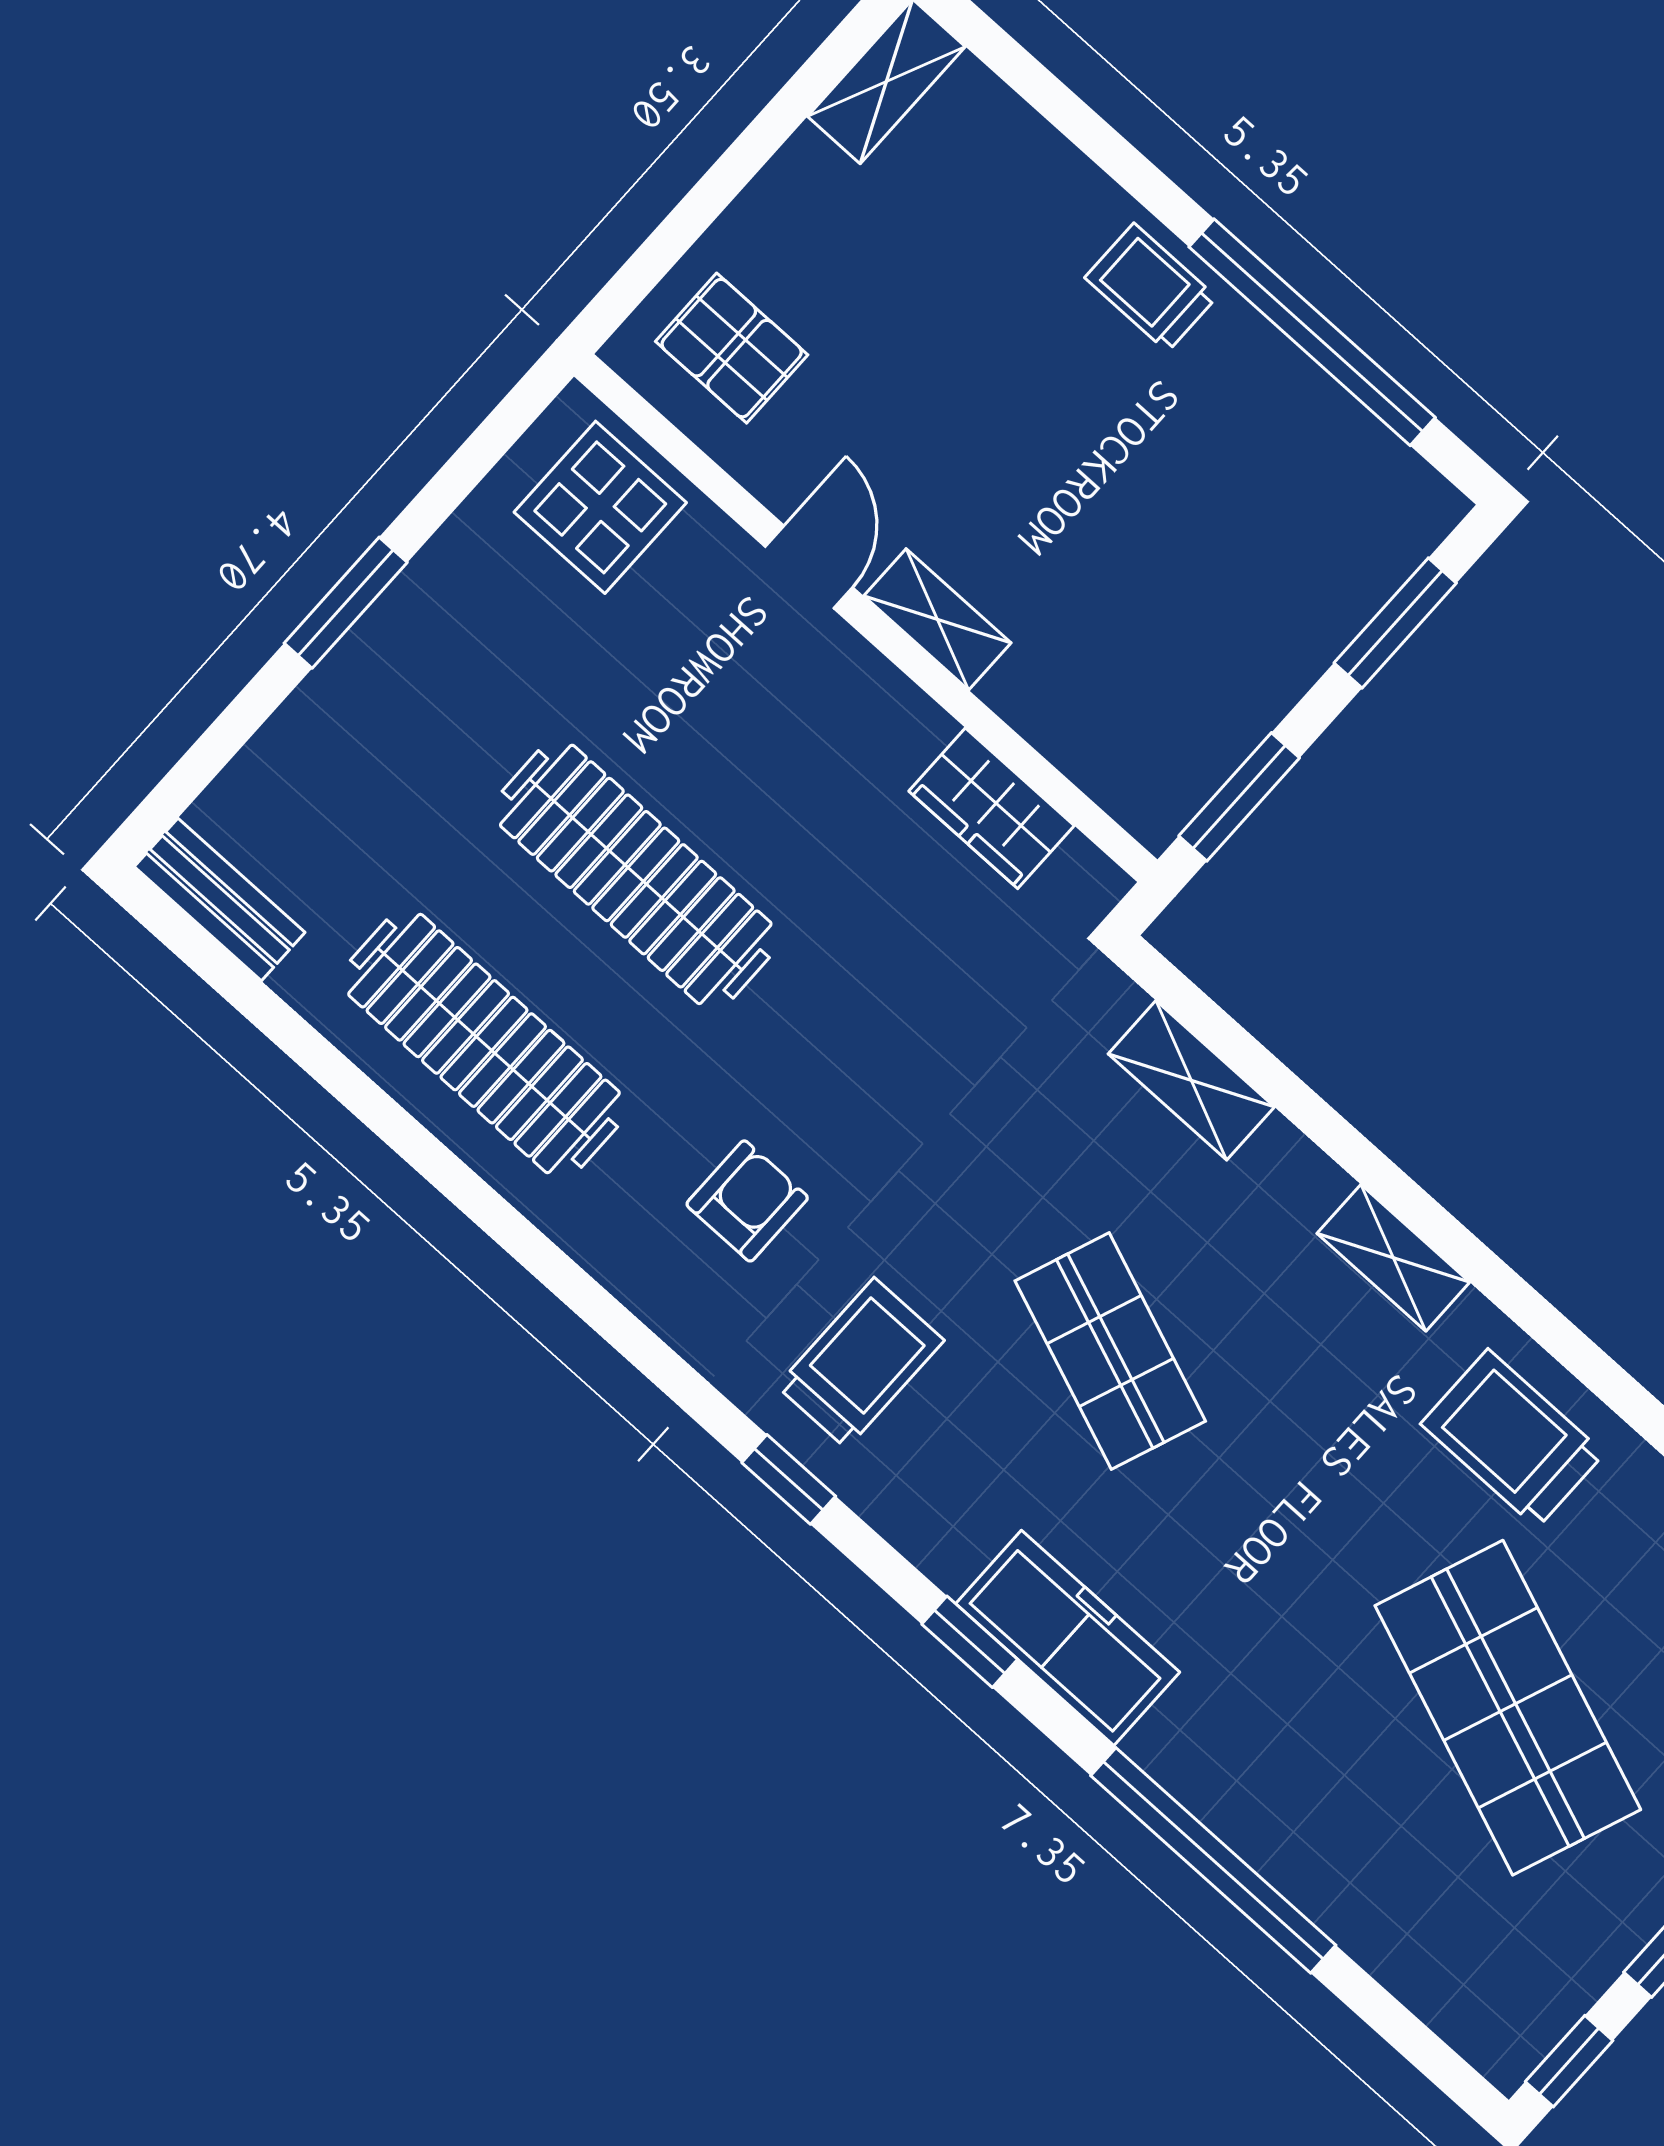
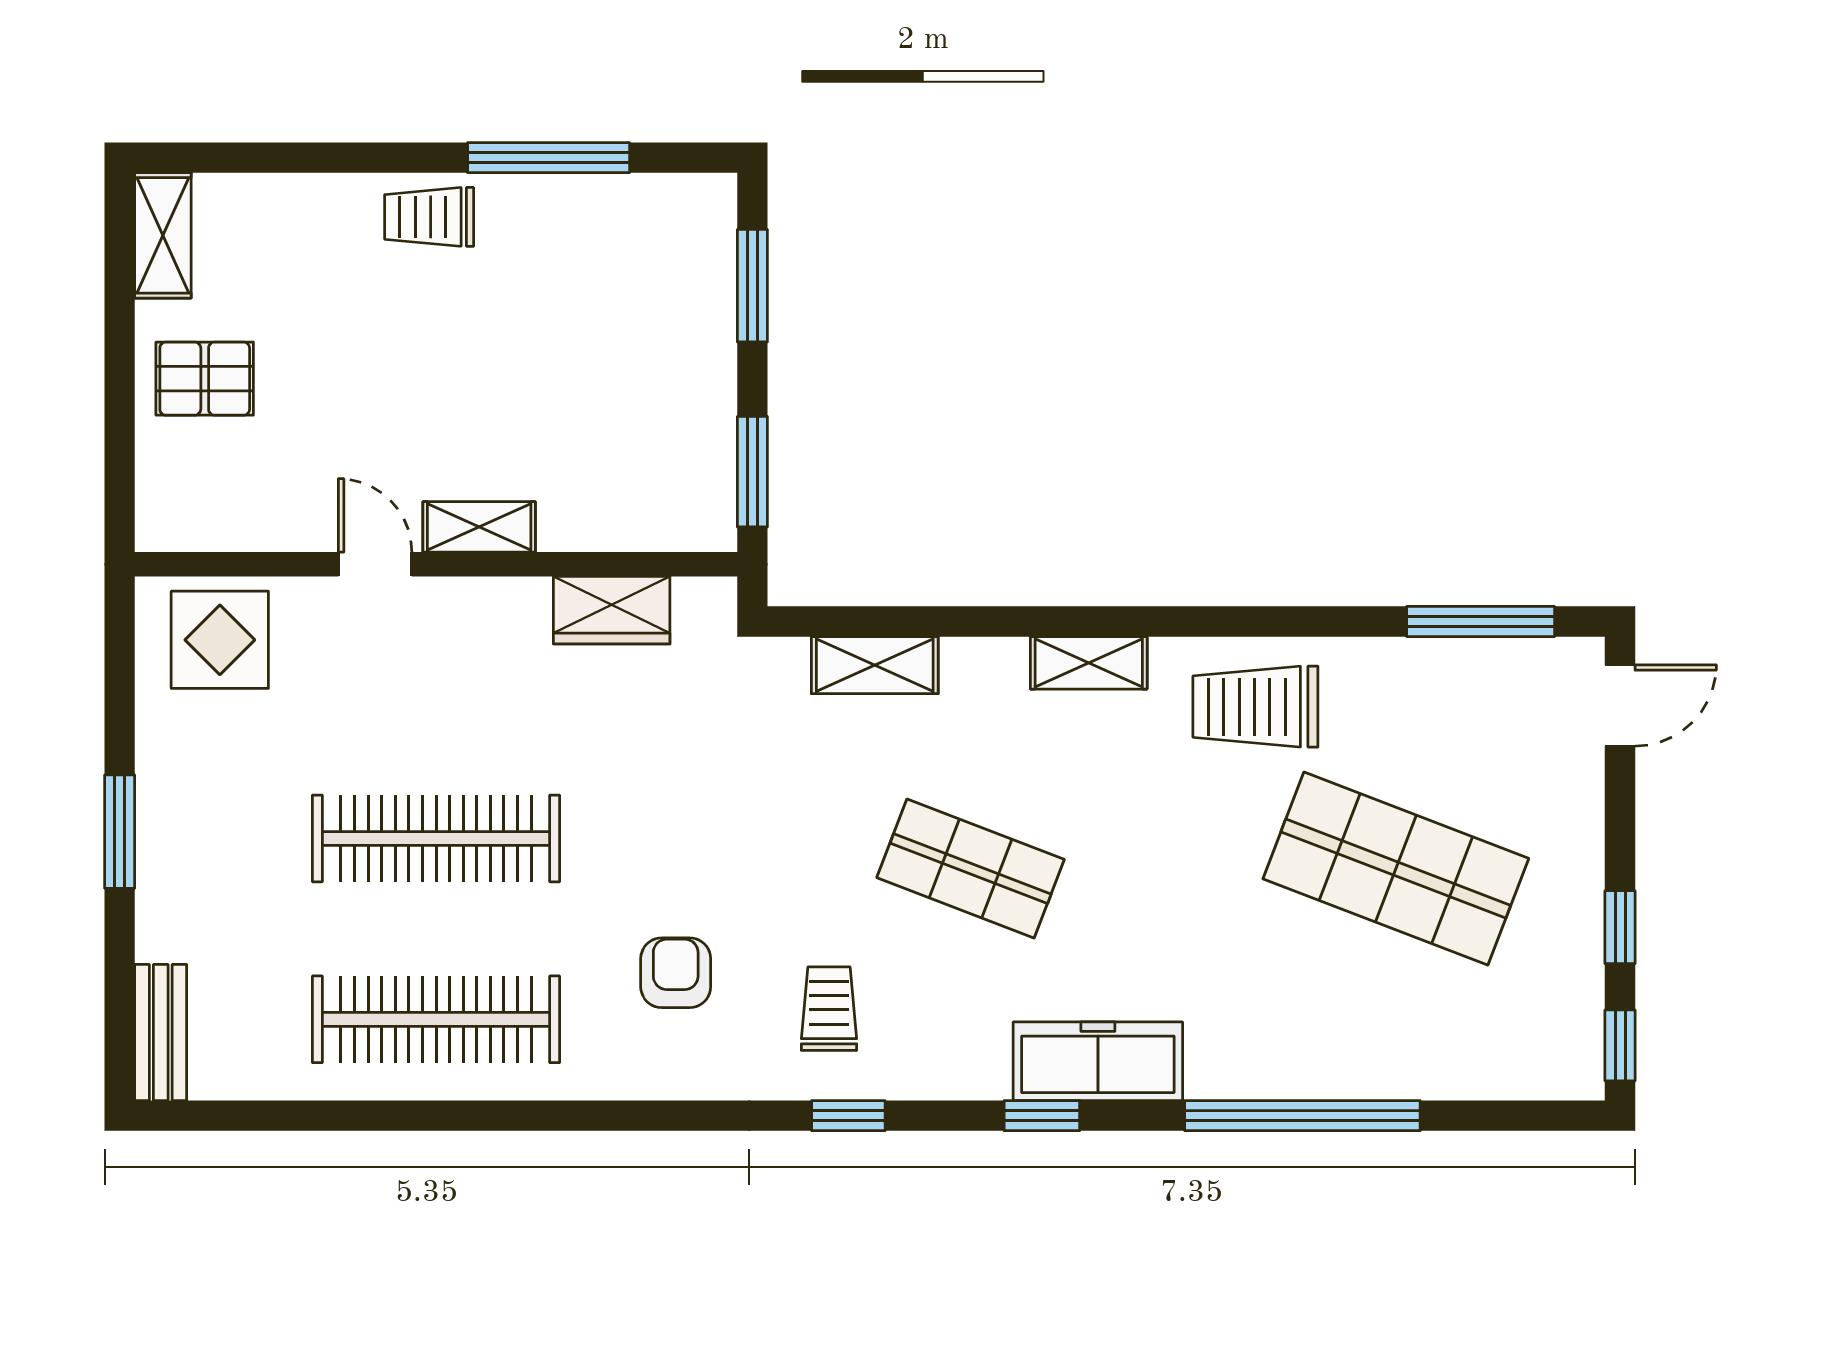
window: (1312, 332) -> (549, 158), width x0.68
pallet: (732, 348) -> (205, 379), moved
bench: (220, 900) -> (161, 1032), moved, turned 90
trolley: (860, 1363) -> (829, 1009), width x0.73, depth x0.72

